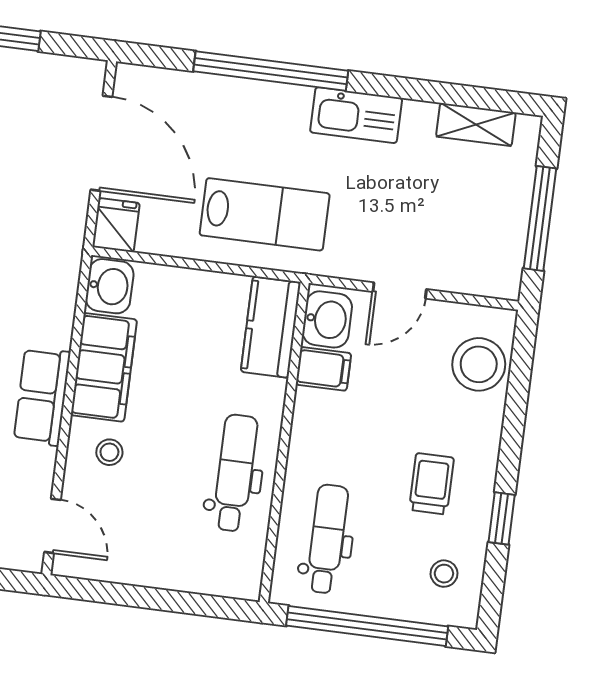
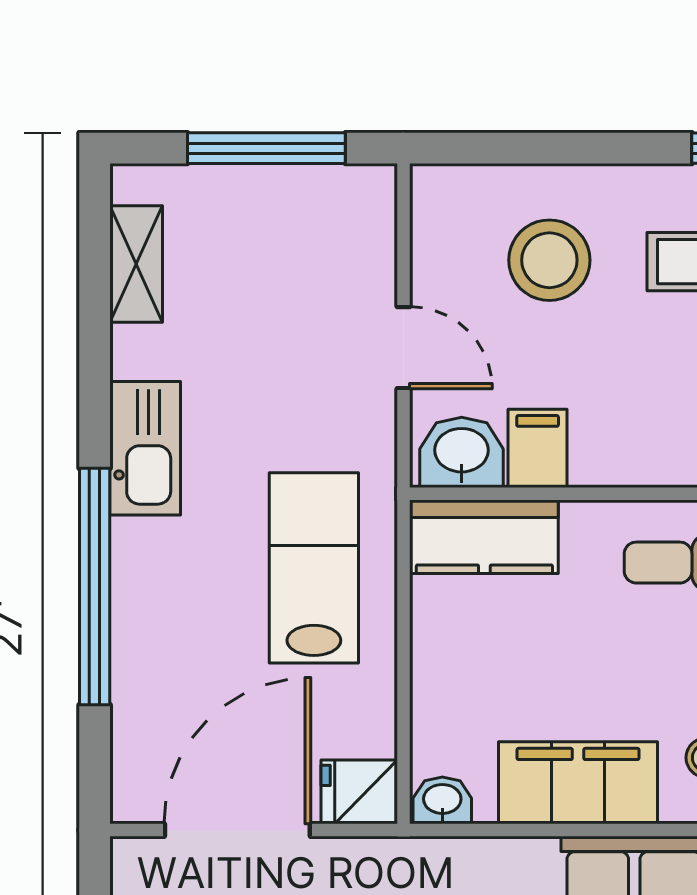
washbasin: (110, 286) -> (442, 800), width x0.72, depth x0.69
stool: (479, 364) -> (549, 260), moved

